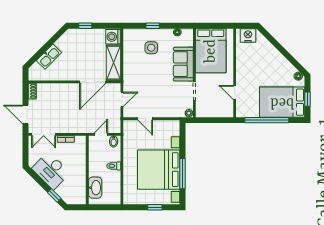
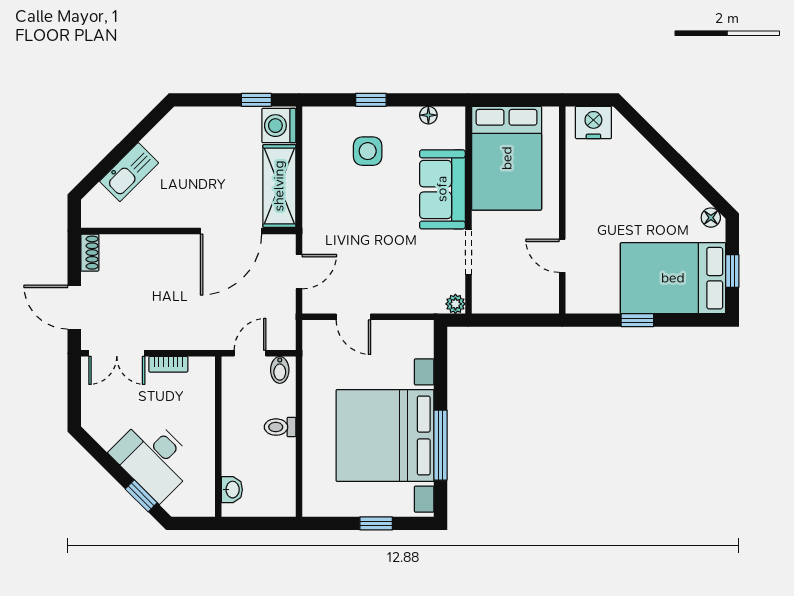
window: (85, 26) -> (256, 100), moved
window: (267, 120) -> (637, 320), width x0.32
desk: (51, 171) -> (154, 458), moved
washbasin: (95, 188) -> (232, 490), width x0.52, depth x0.69

